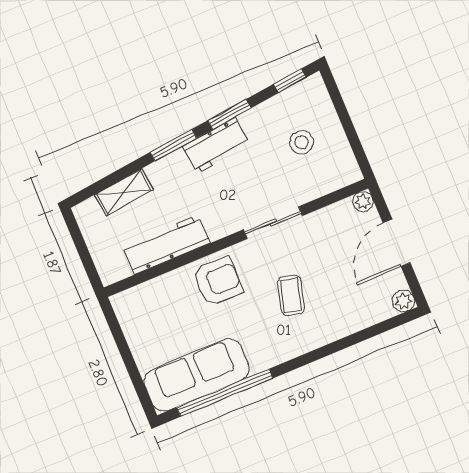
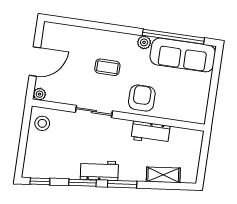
stool: (302, 142) -> (42, 123), moved
workbench: (166, 245) -> (151, 133), width x0.73
armchair: (218, 281) -> (142, 98), turned 90
coffee table: (291, 295) -> (107, 67), turned 75
plant: (403, 301) -> (144, 42), moved

